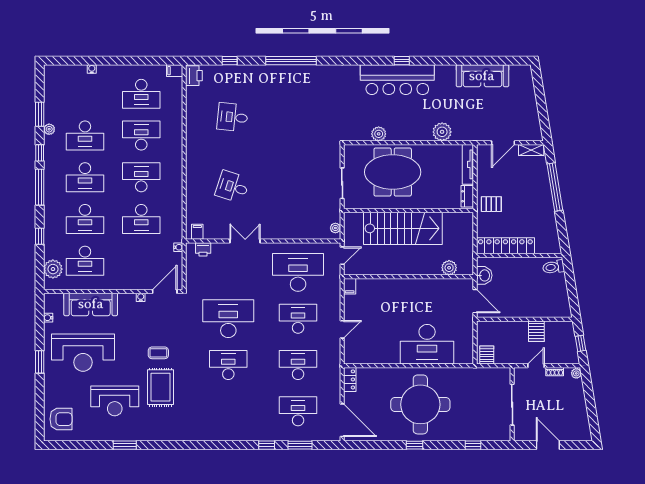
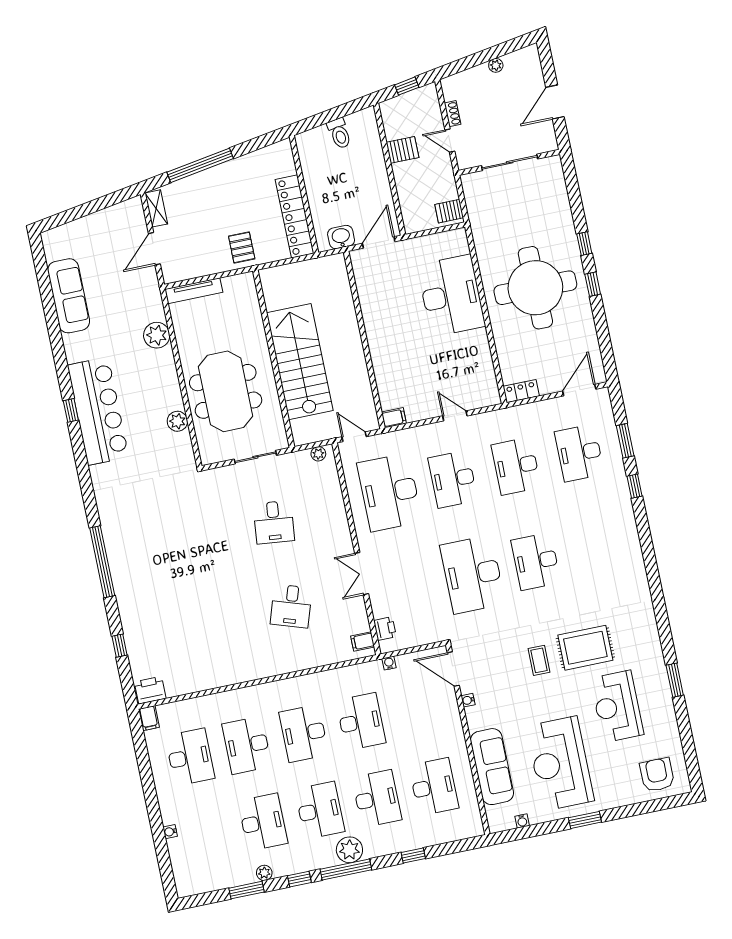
desk: (232, 117) -> (274, 522), moved
door: (503, 143) -> (154, 249), swing flipped
dresser: (467, 196) -> (238, 283), removed
toilet: (553, 267) -> (339, 133), moved
plant: (449, 268) -> (340, 287), removed
plant: (53, 269) -> (349, 850), moved
reception desk: (83, 353) -> (560, 763), turned 180
plant: (576, 373) -> (496, 65), moved
reception desk: (115, 401) -> (617, 706), turned 180
door: (342, 420) -> (579, 390), width x0.73
window: (473, 445) -> (584, 244), moved

